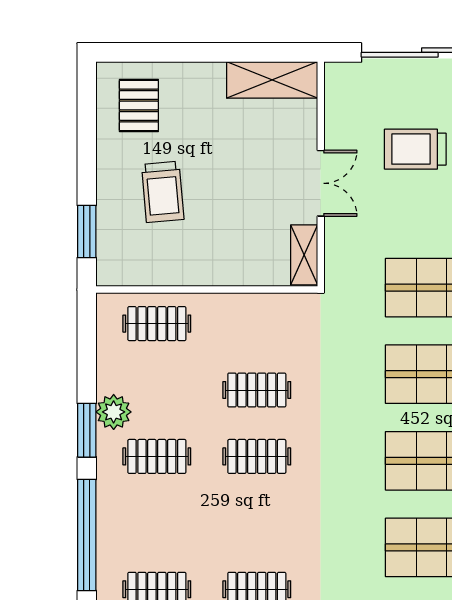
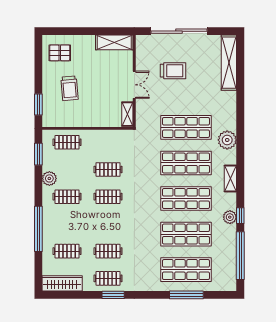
pallet: (139, 105) -> (60, 53), turned 90
trolley: (415, 149) -> (173, 71), turned 180
window: (87, 430) -> (38, 154), moved

